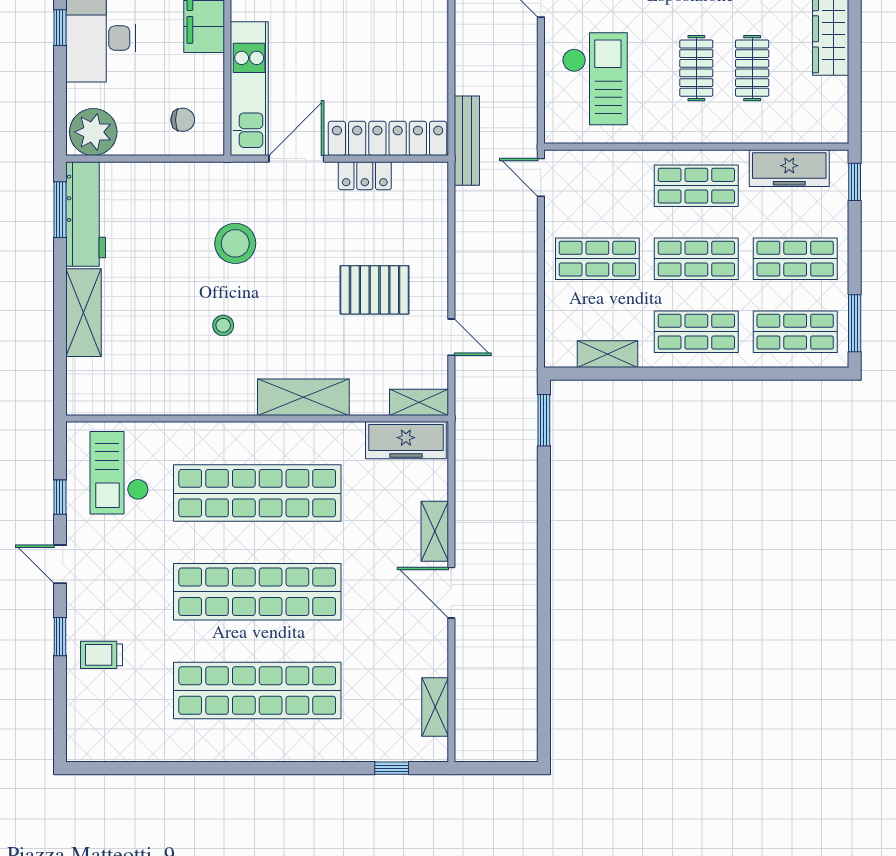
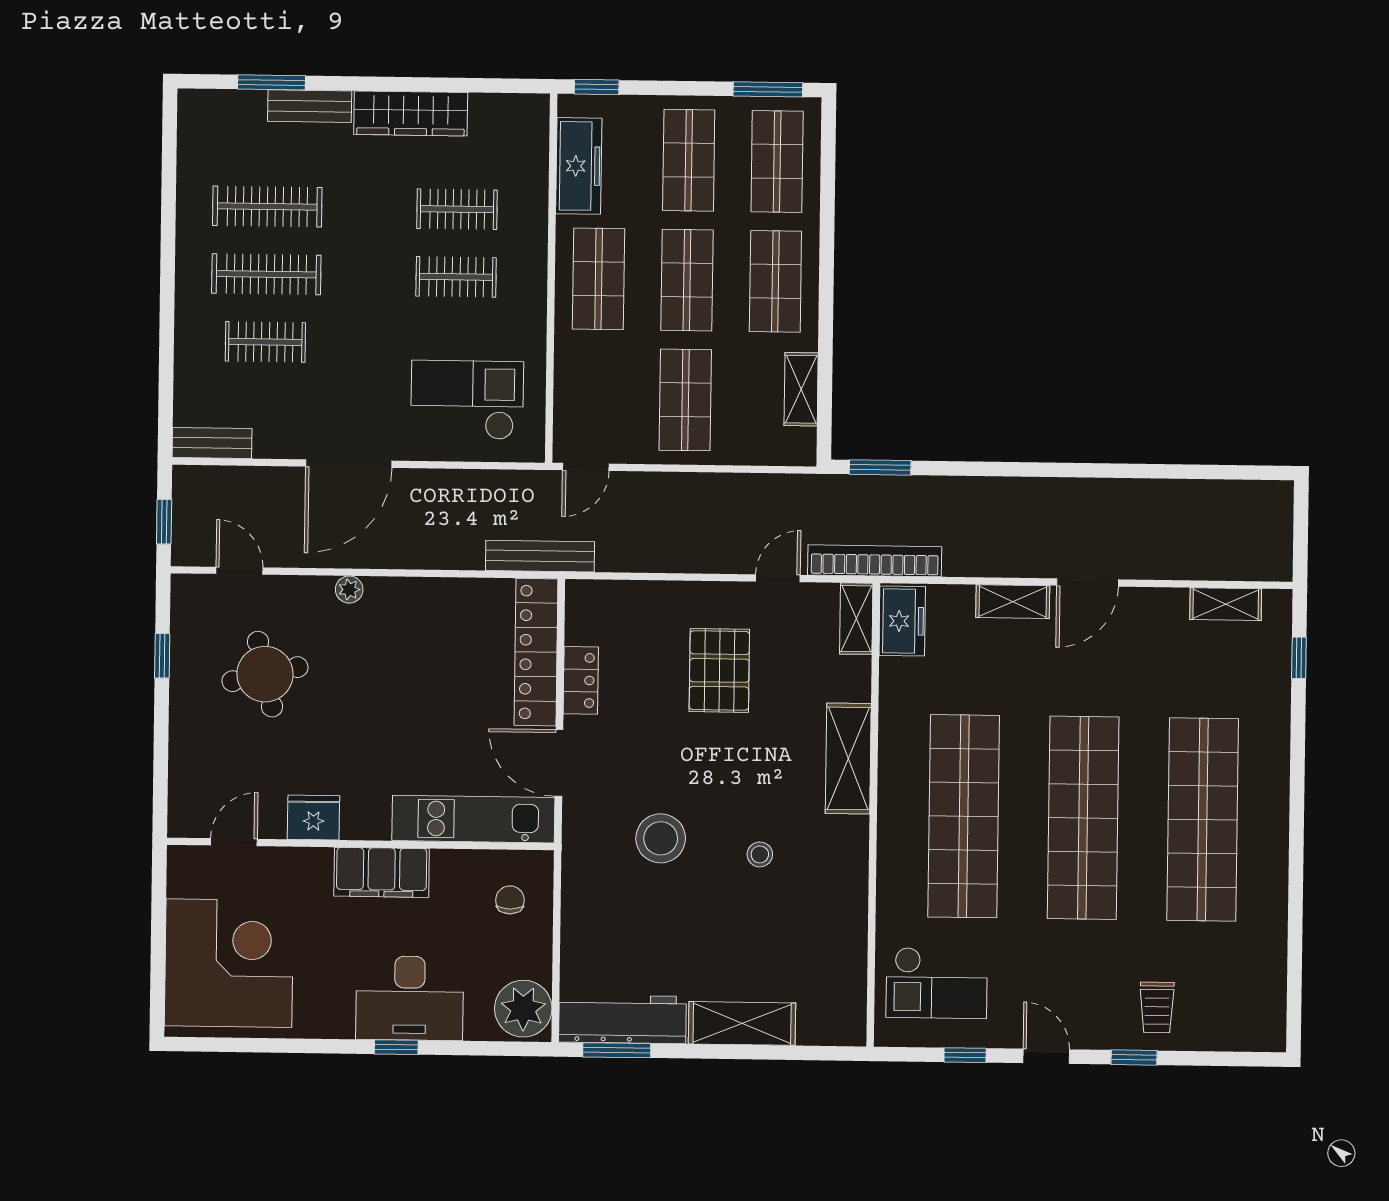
bookcase: (467, 417) -> (875, 561), added
freezer: (406, 440) -> (902, 621), width x0.71
door: (60, 564) -> (1046, 1056), swing flipped

